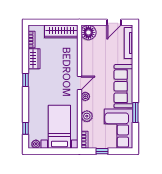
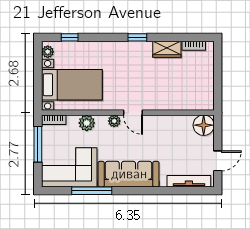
door: (114, 22) -> (218, 161), swing flipped
wardrobe: (61, 31) -> (205, 87), removed
window: (135, 113) -> (92, 191), width x1.44
window: (102, 151) -> (38, 144), width x2.17

